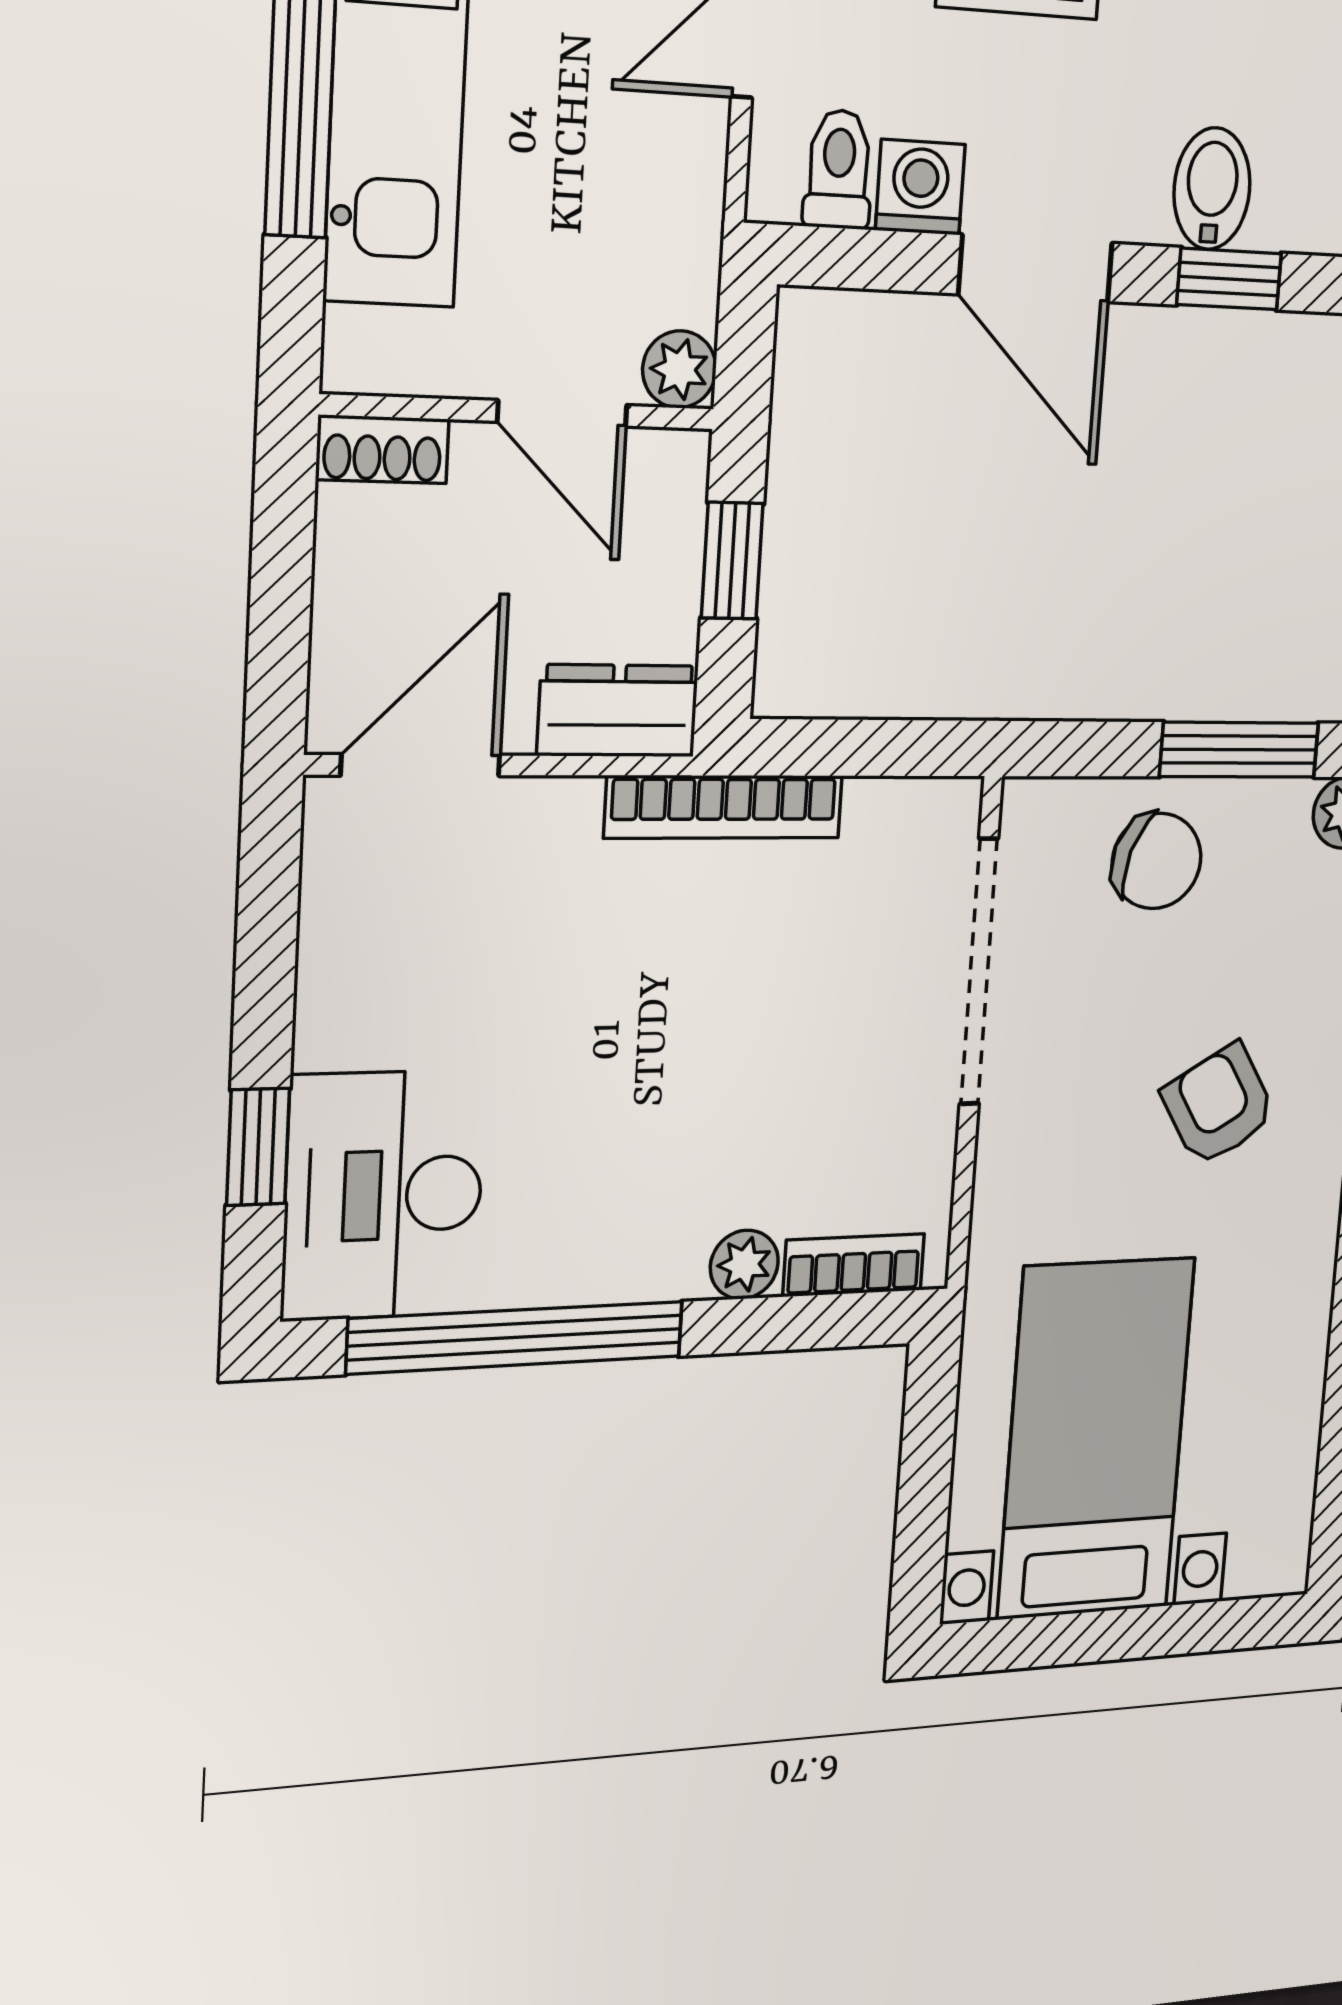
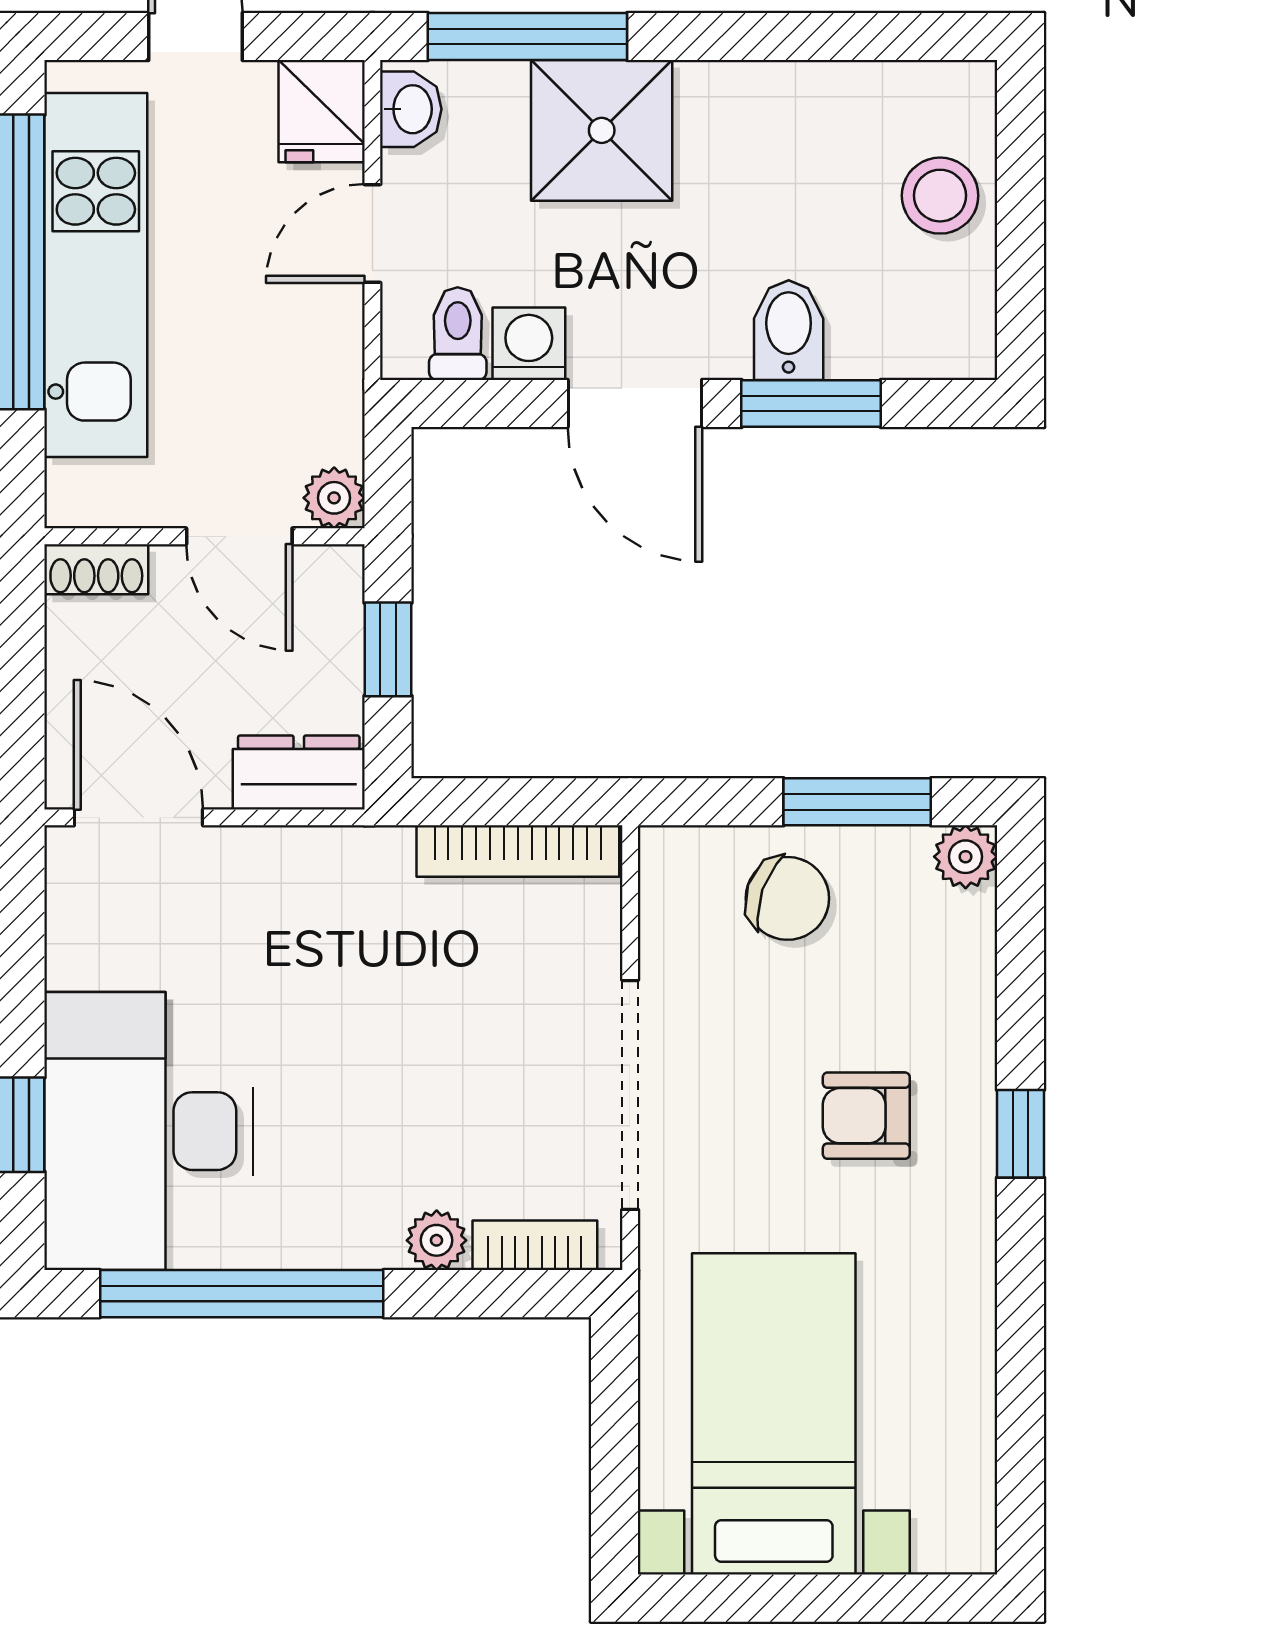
window: (1229, 279) -> (811, 403), width x1.50
door: (421, 765) -> (138, 817), hinge flipped
bookcase: (724, 807) -> (518, 851), moved
doorway: (979, 972) -> (630, 1095), moved
armchair: (1219, 1105) -> (866, 1116), turned -59
desk: (383, 1195) -> (149, 1131), width x1.36, depth x1.30

